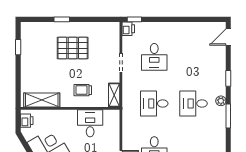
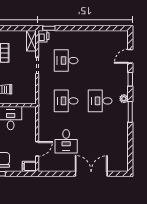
door: (228, 37) -> (130, 56), moved
desk: (154, 57) -> (66, 61), turned 90
shelving: (114, 95) -> (31, 41), moved

